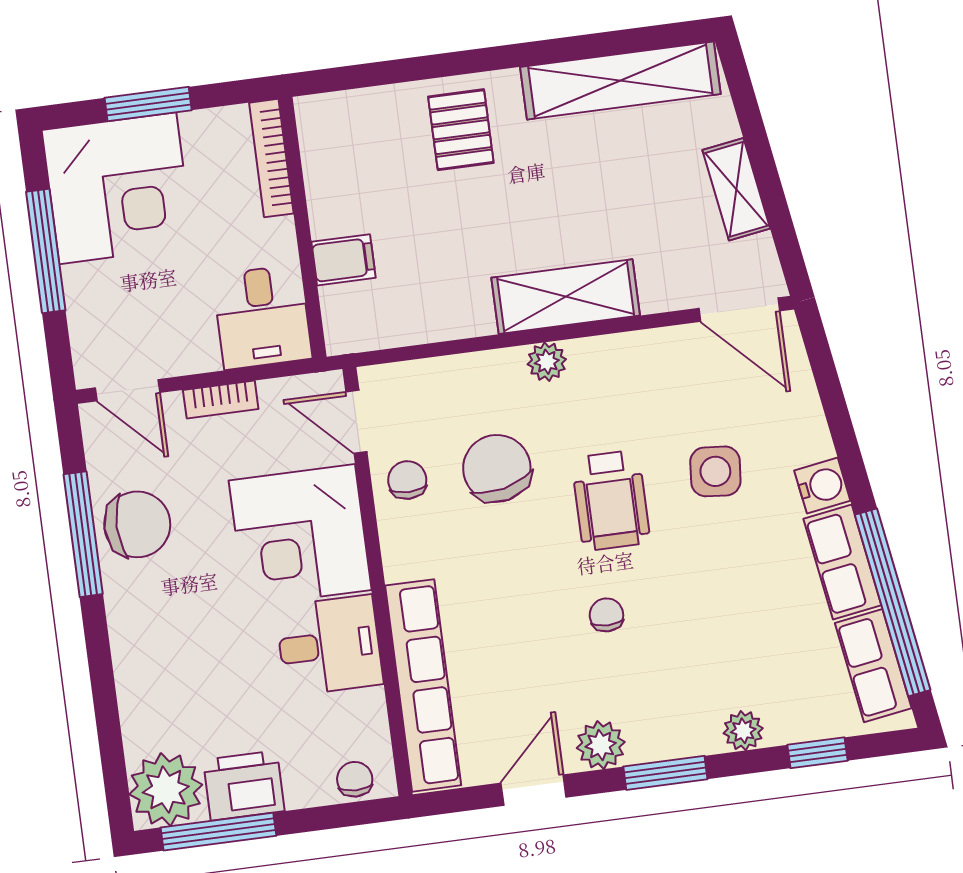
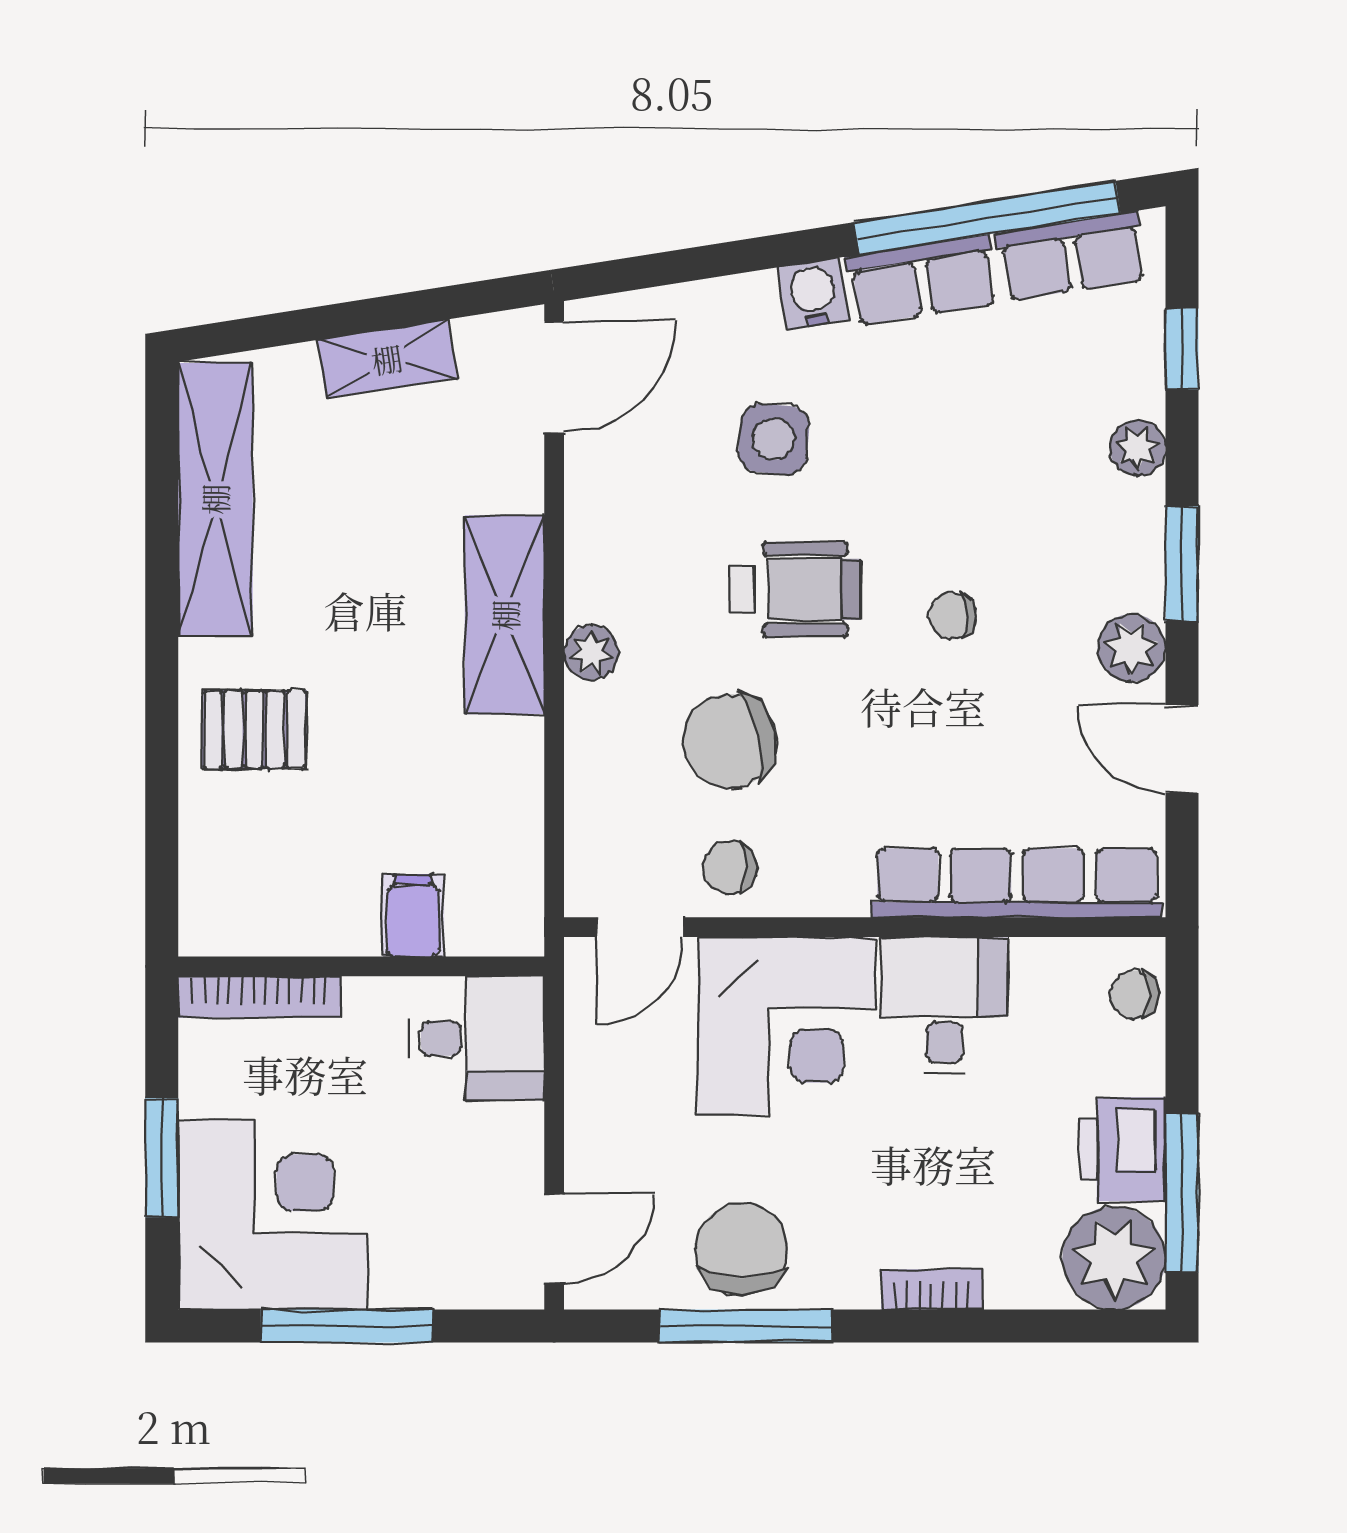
bookcase: (221, 400) -> (932, 1289), moved, turned -90

